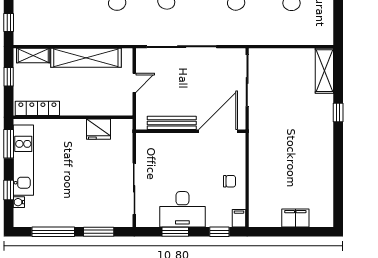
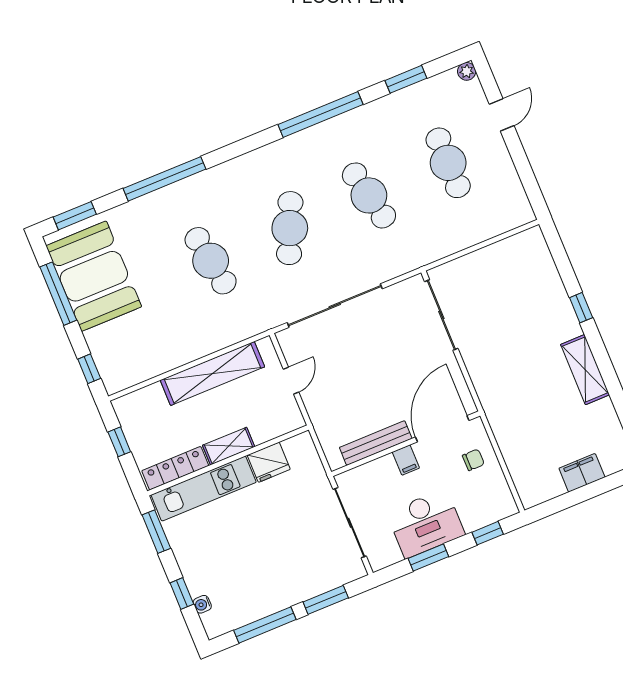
shelving: (33, 56) -> (229, 446), moved
shelving: (324, 71) -> (585, 370), moved
bench: (172, 123) -> (376, 443), moved
wall: (191, 131) -> (406, 444), moved
door: (218, 131) -> (442, 429), moved
kitchen unit: (23, 160) -> (204, 489), moved, turned 90
filing cabinet: (239, 218) -> (406, 460), moved, turned 180

